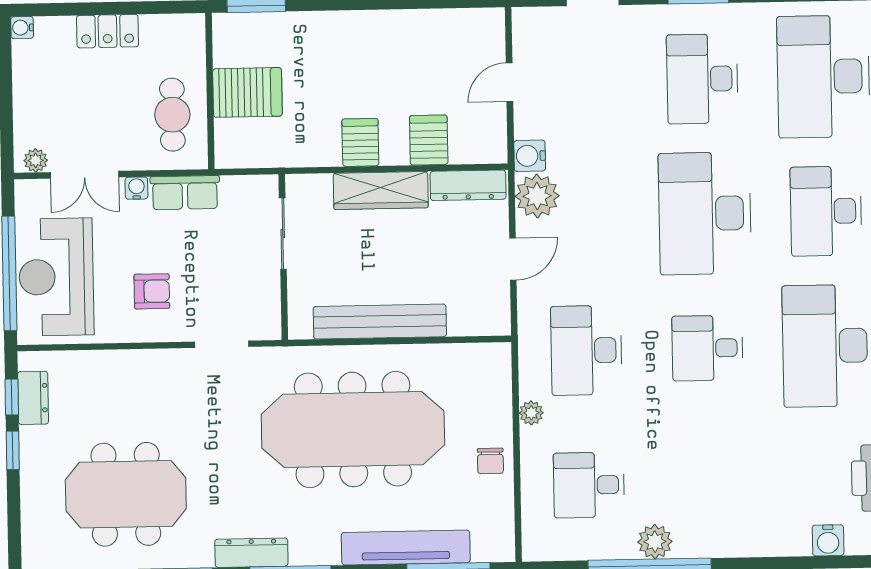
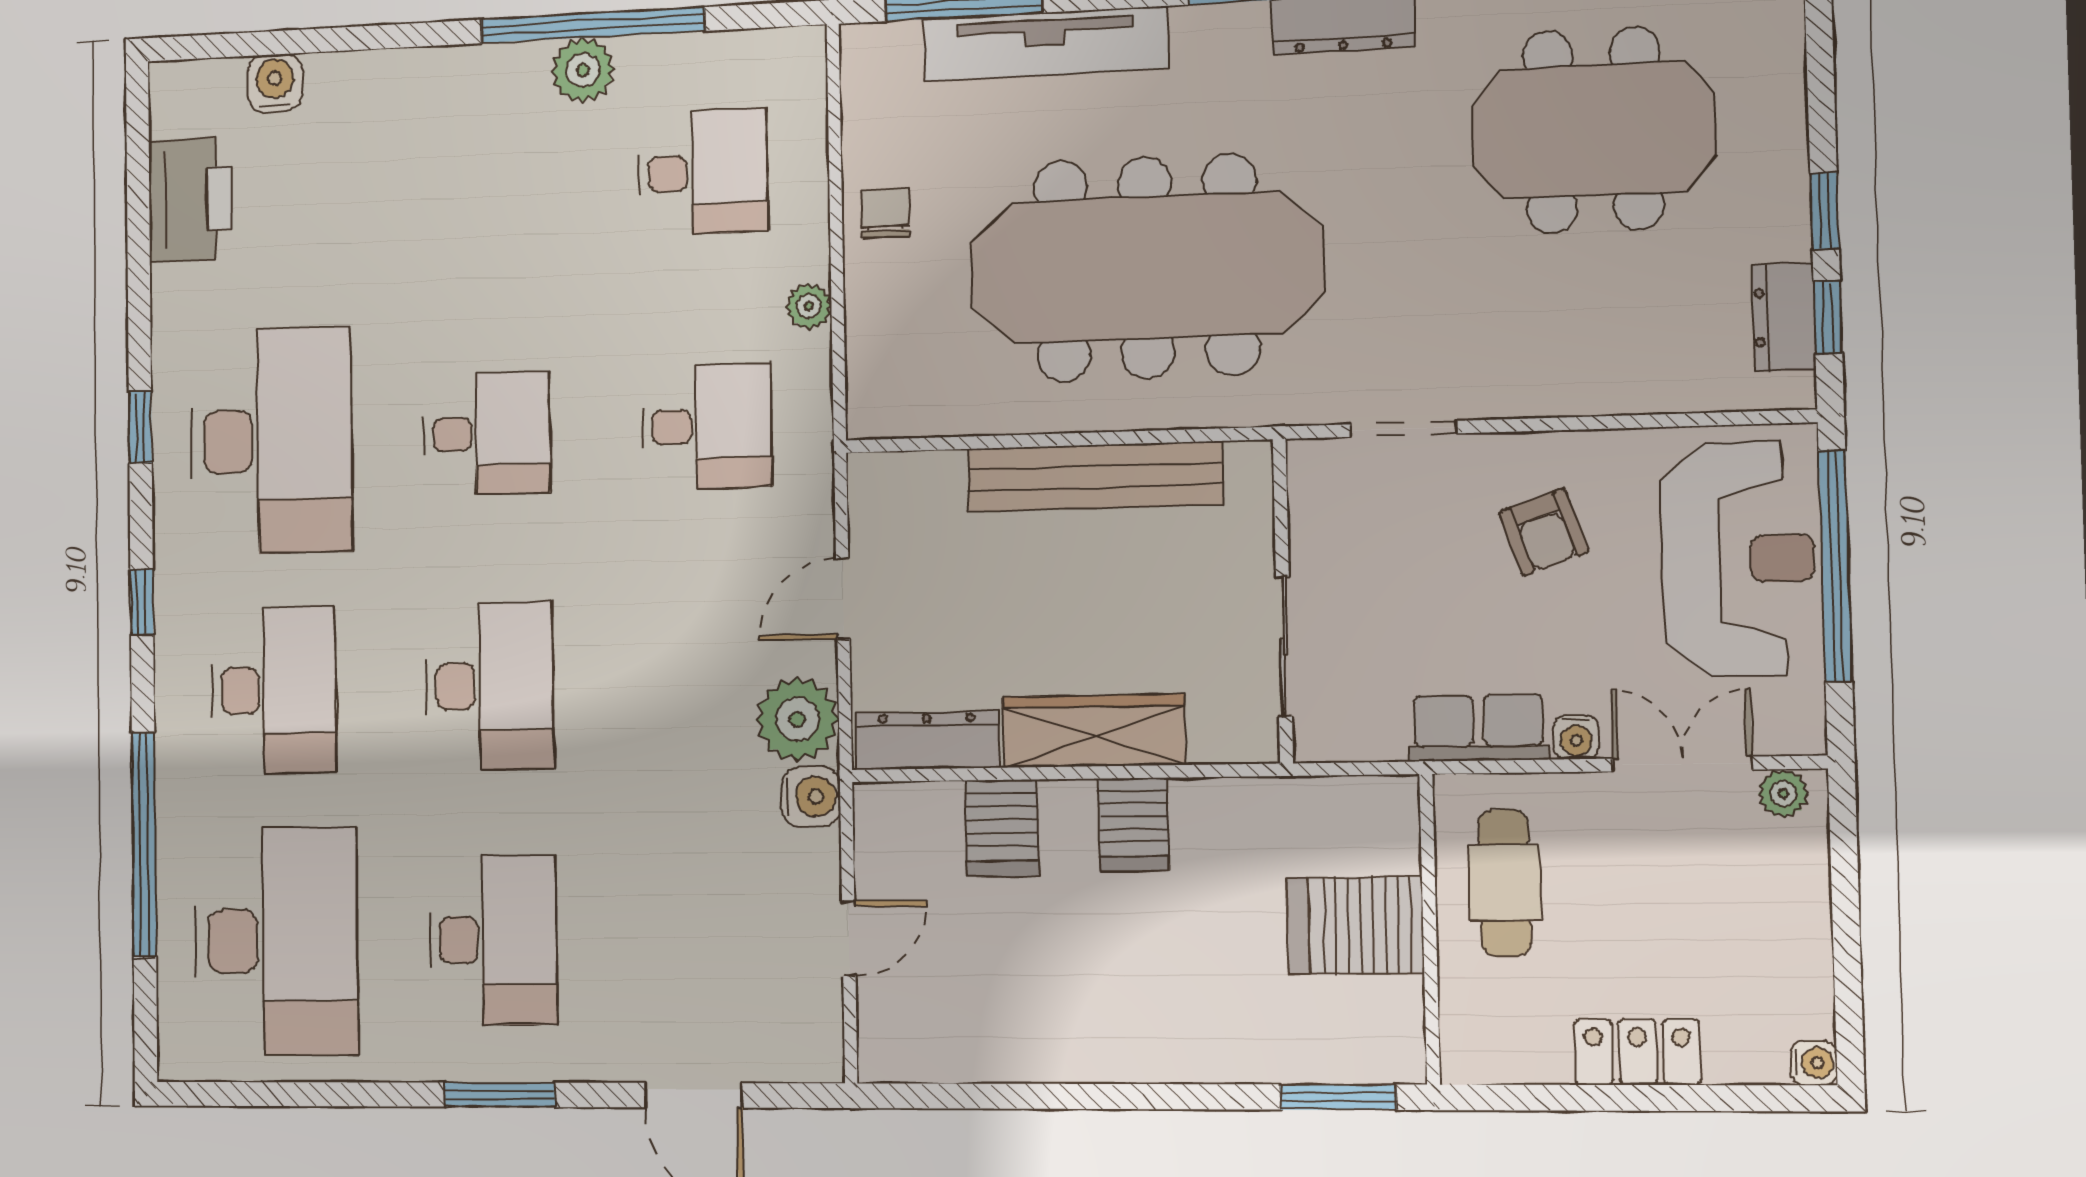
desk: (705, 213) -> (490, 686), width x0.73, depth x0.77
armchair: (152, 291) -> (1544, 532), turned -109
desk: (586, 350) -> (707, 426), width x0.73

